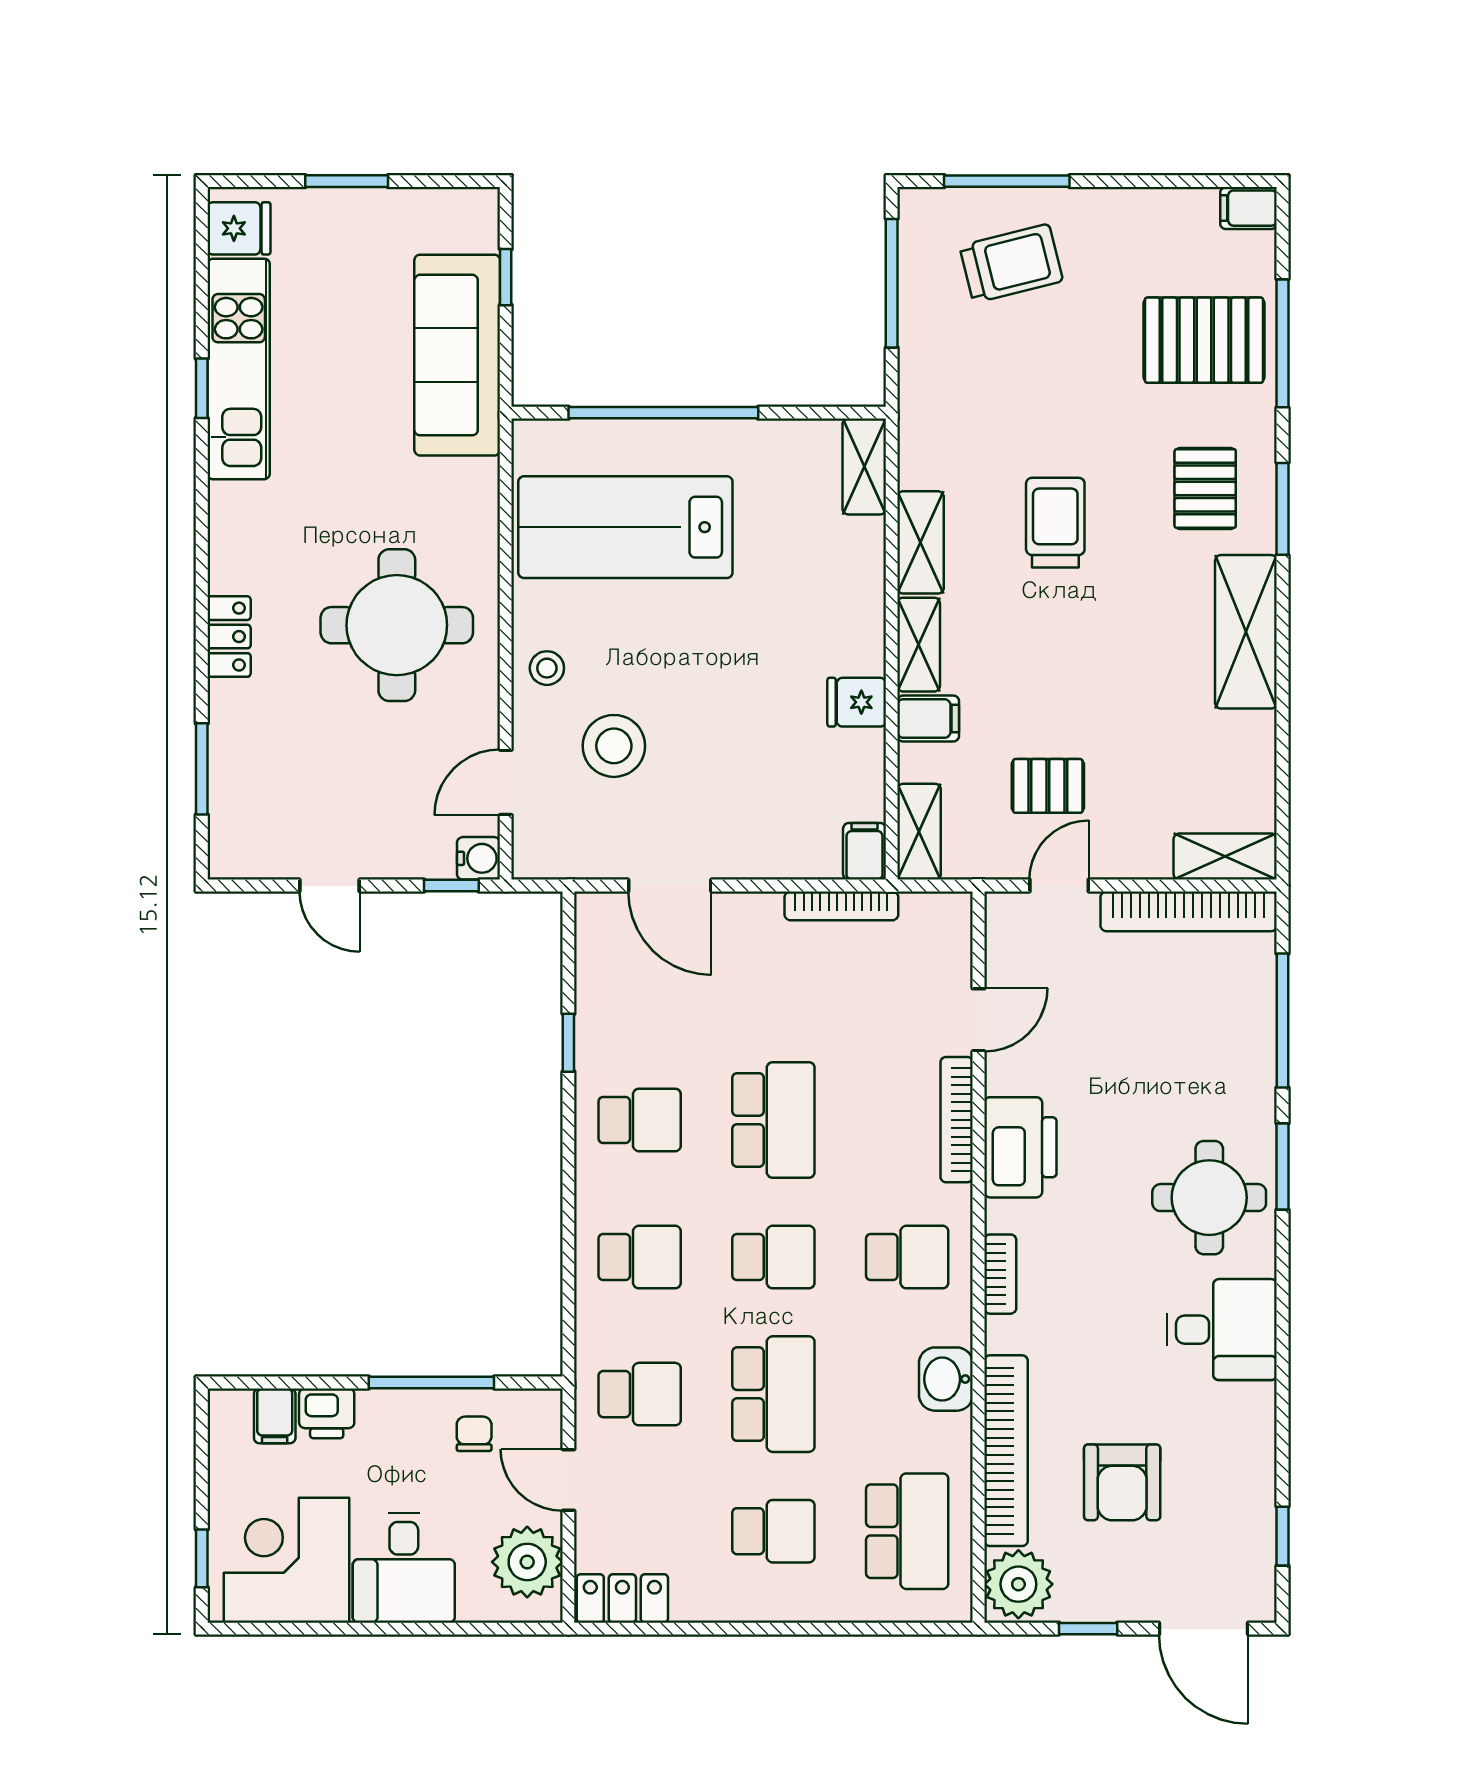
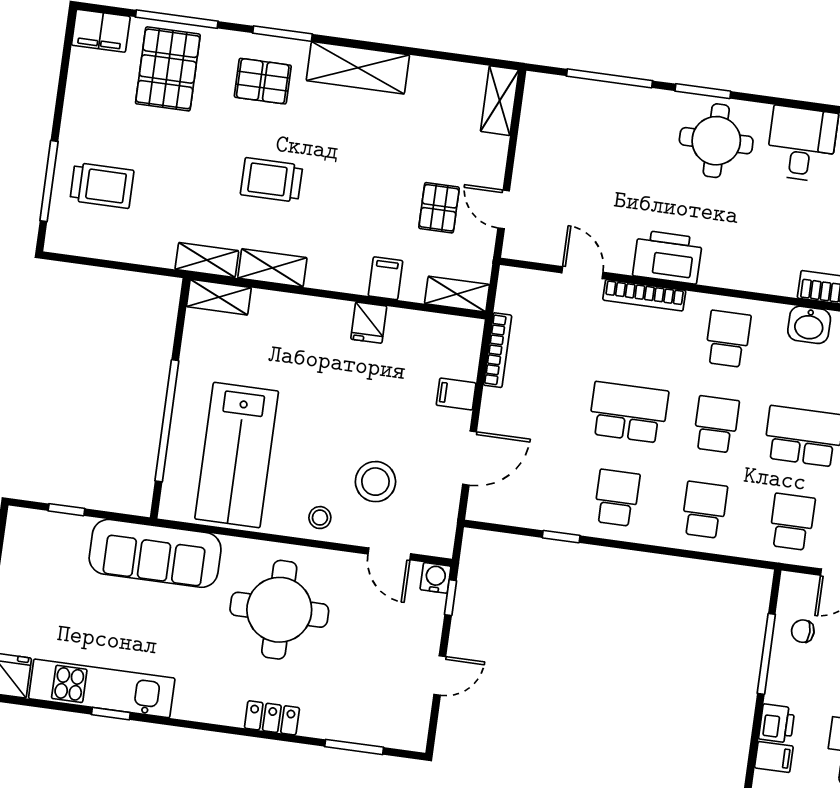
filing cabinet: (1249, 208) -> (101, 31), width x2.00
trolley: (1011, 263) -> (102, 185), turned 104
window: (892, 283) -> (104, 264), removed
sofa: (457, 355) -> (155, 553), moved
shelving: (919, 645) -> (207, 260), moved
filing cabinet: (865, 851) -> (456, 394), moved
bookcase: (1189, 911) -> (531, 129), removed
bookcase: (1000, 1274) -> (747, 281), removed

